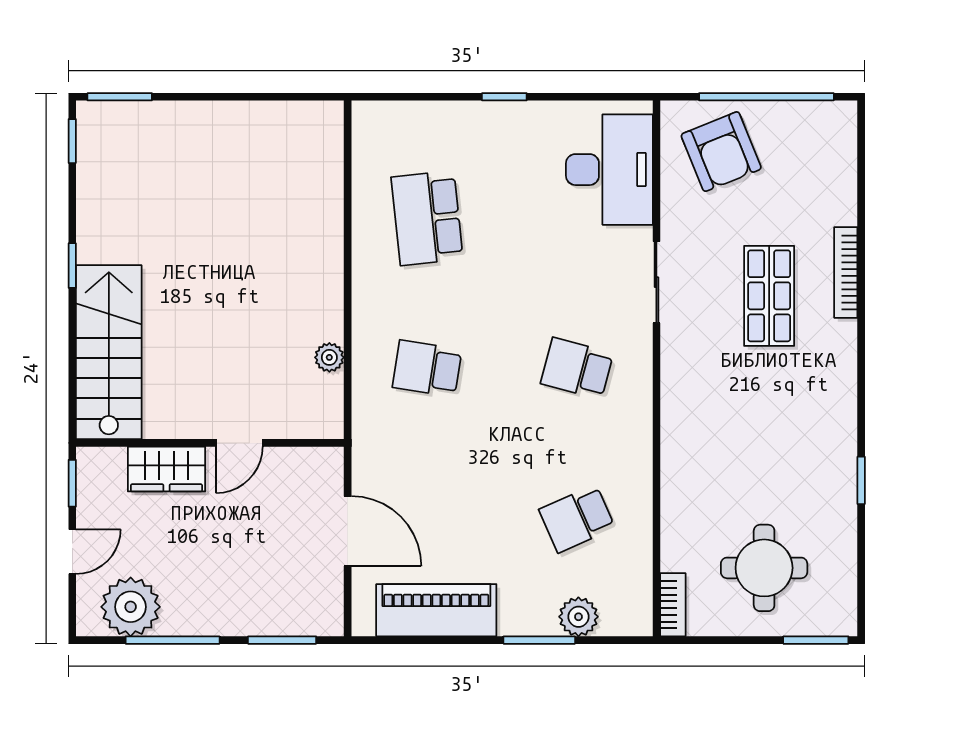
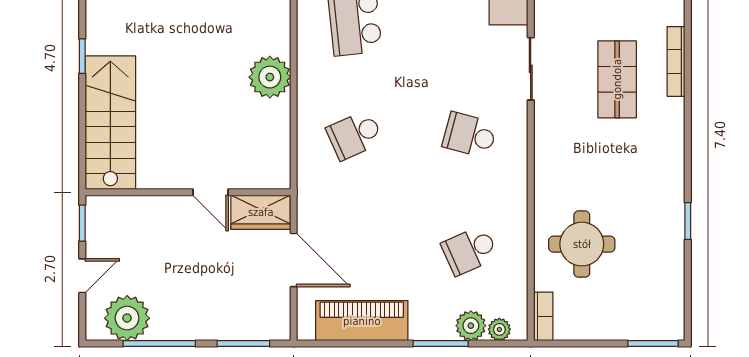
plant: (329, 357) -> (270, 77), moved, width x1.87, depth x1.87
school desk: (427, 368) -> (355, 135), turned -33
door: (239, 443) -> (210, 192), hinge flipped
wardrobe: (166, 469) -> (261, 212), moved
round table: (764, 568) -> (582, 244), moved
plant: (616, 622) -> (499, 329), added

